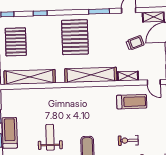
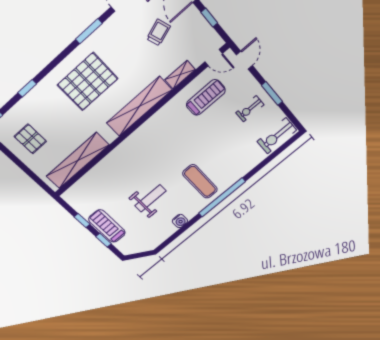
pallet: (75, 37) -> (88, 82), turned 90
pallet: (16, 42) -> (30, 139), width x0.67, depth x0.71
weight bench: (50, 137) -> (150, 198), turned 90
exercise bike: (128, 140) -> (250, 109), moved

